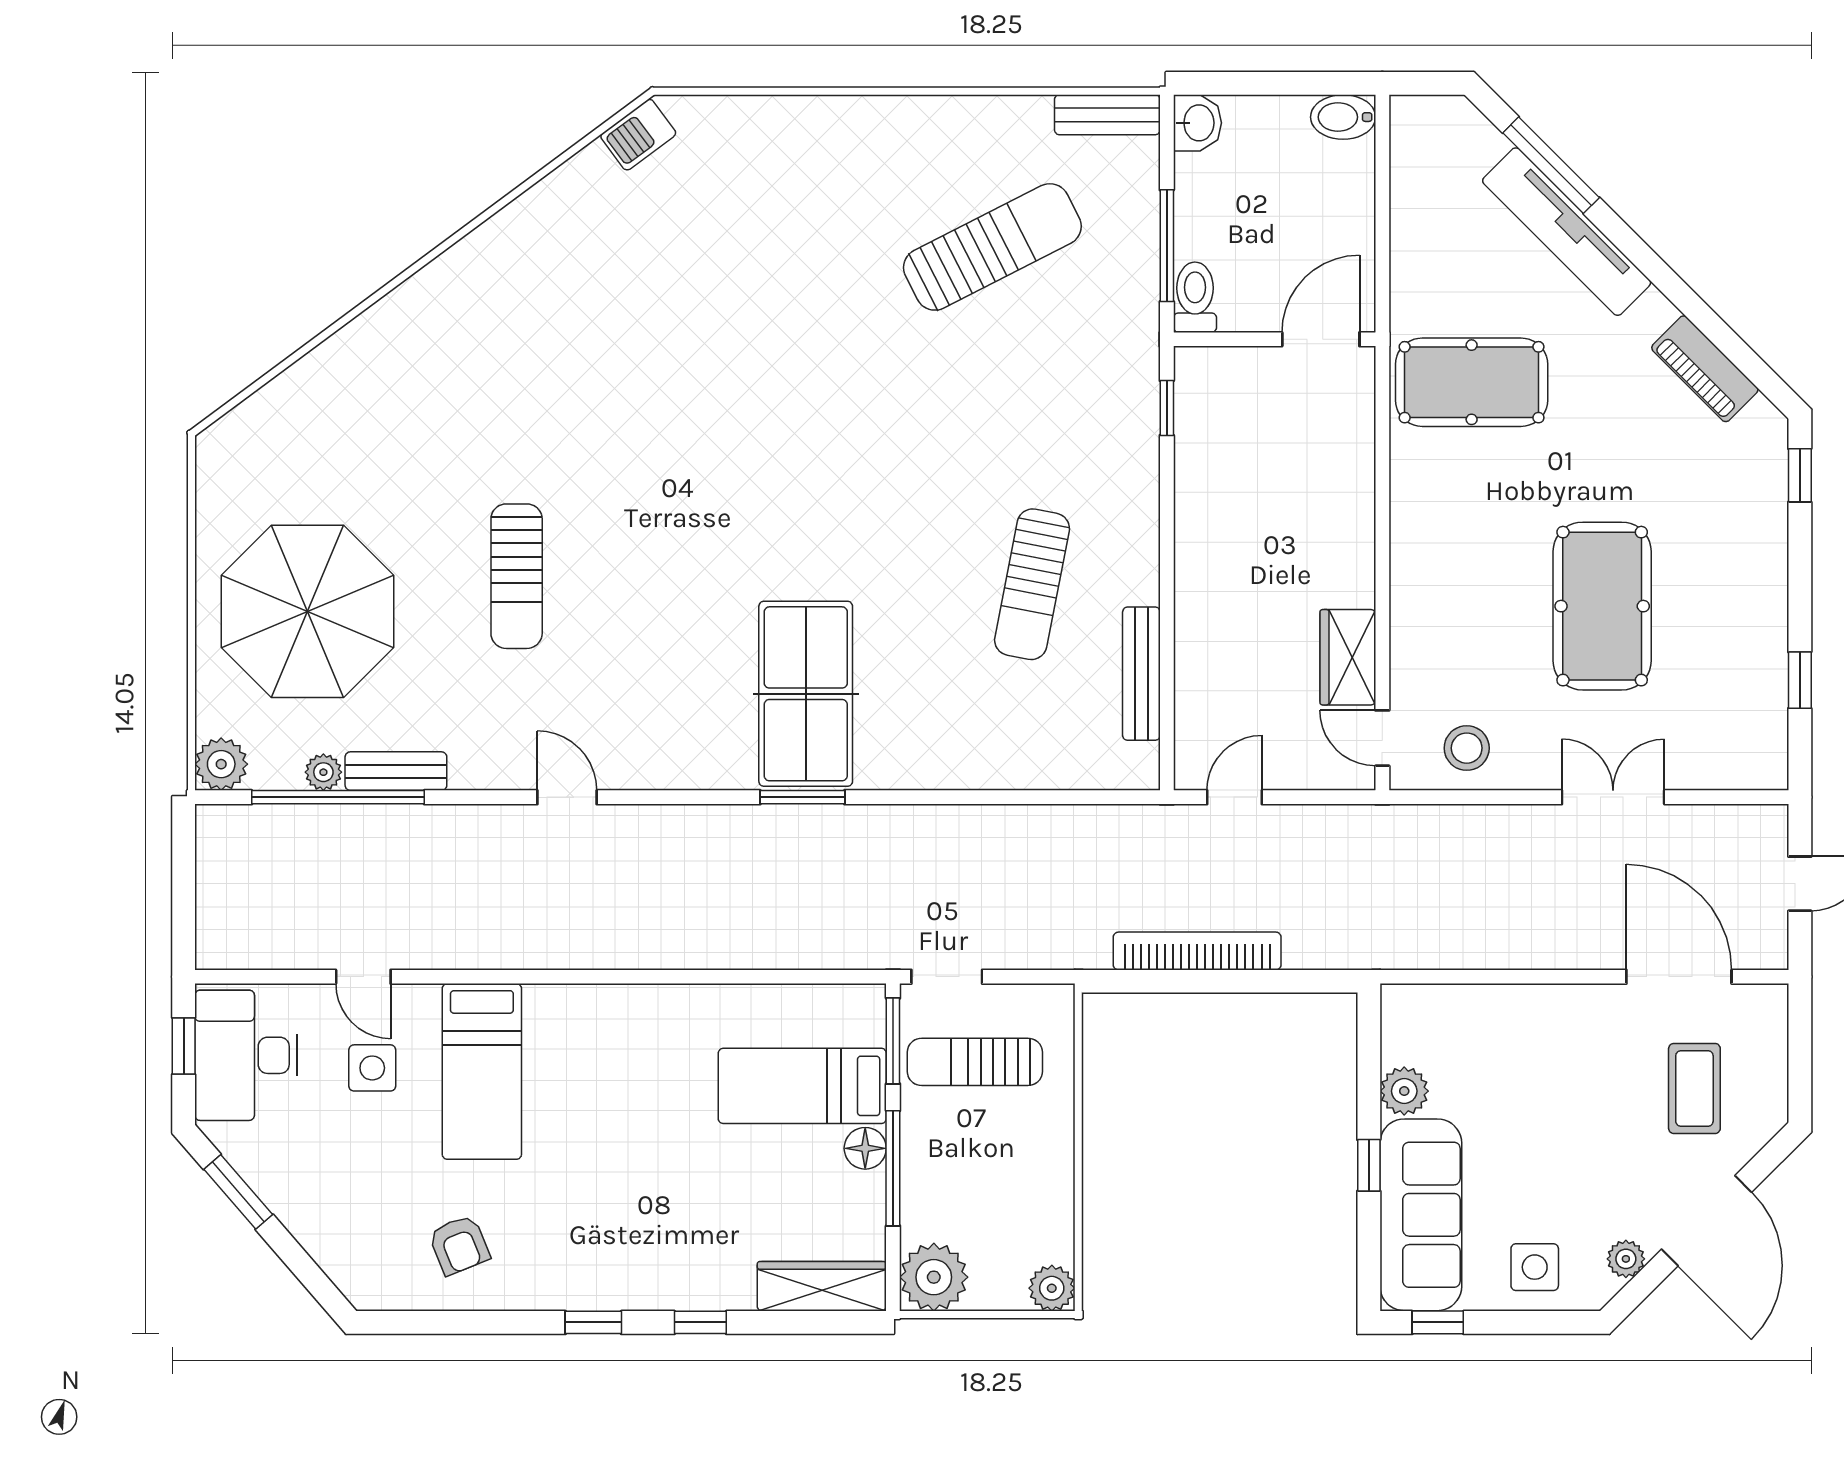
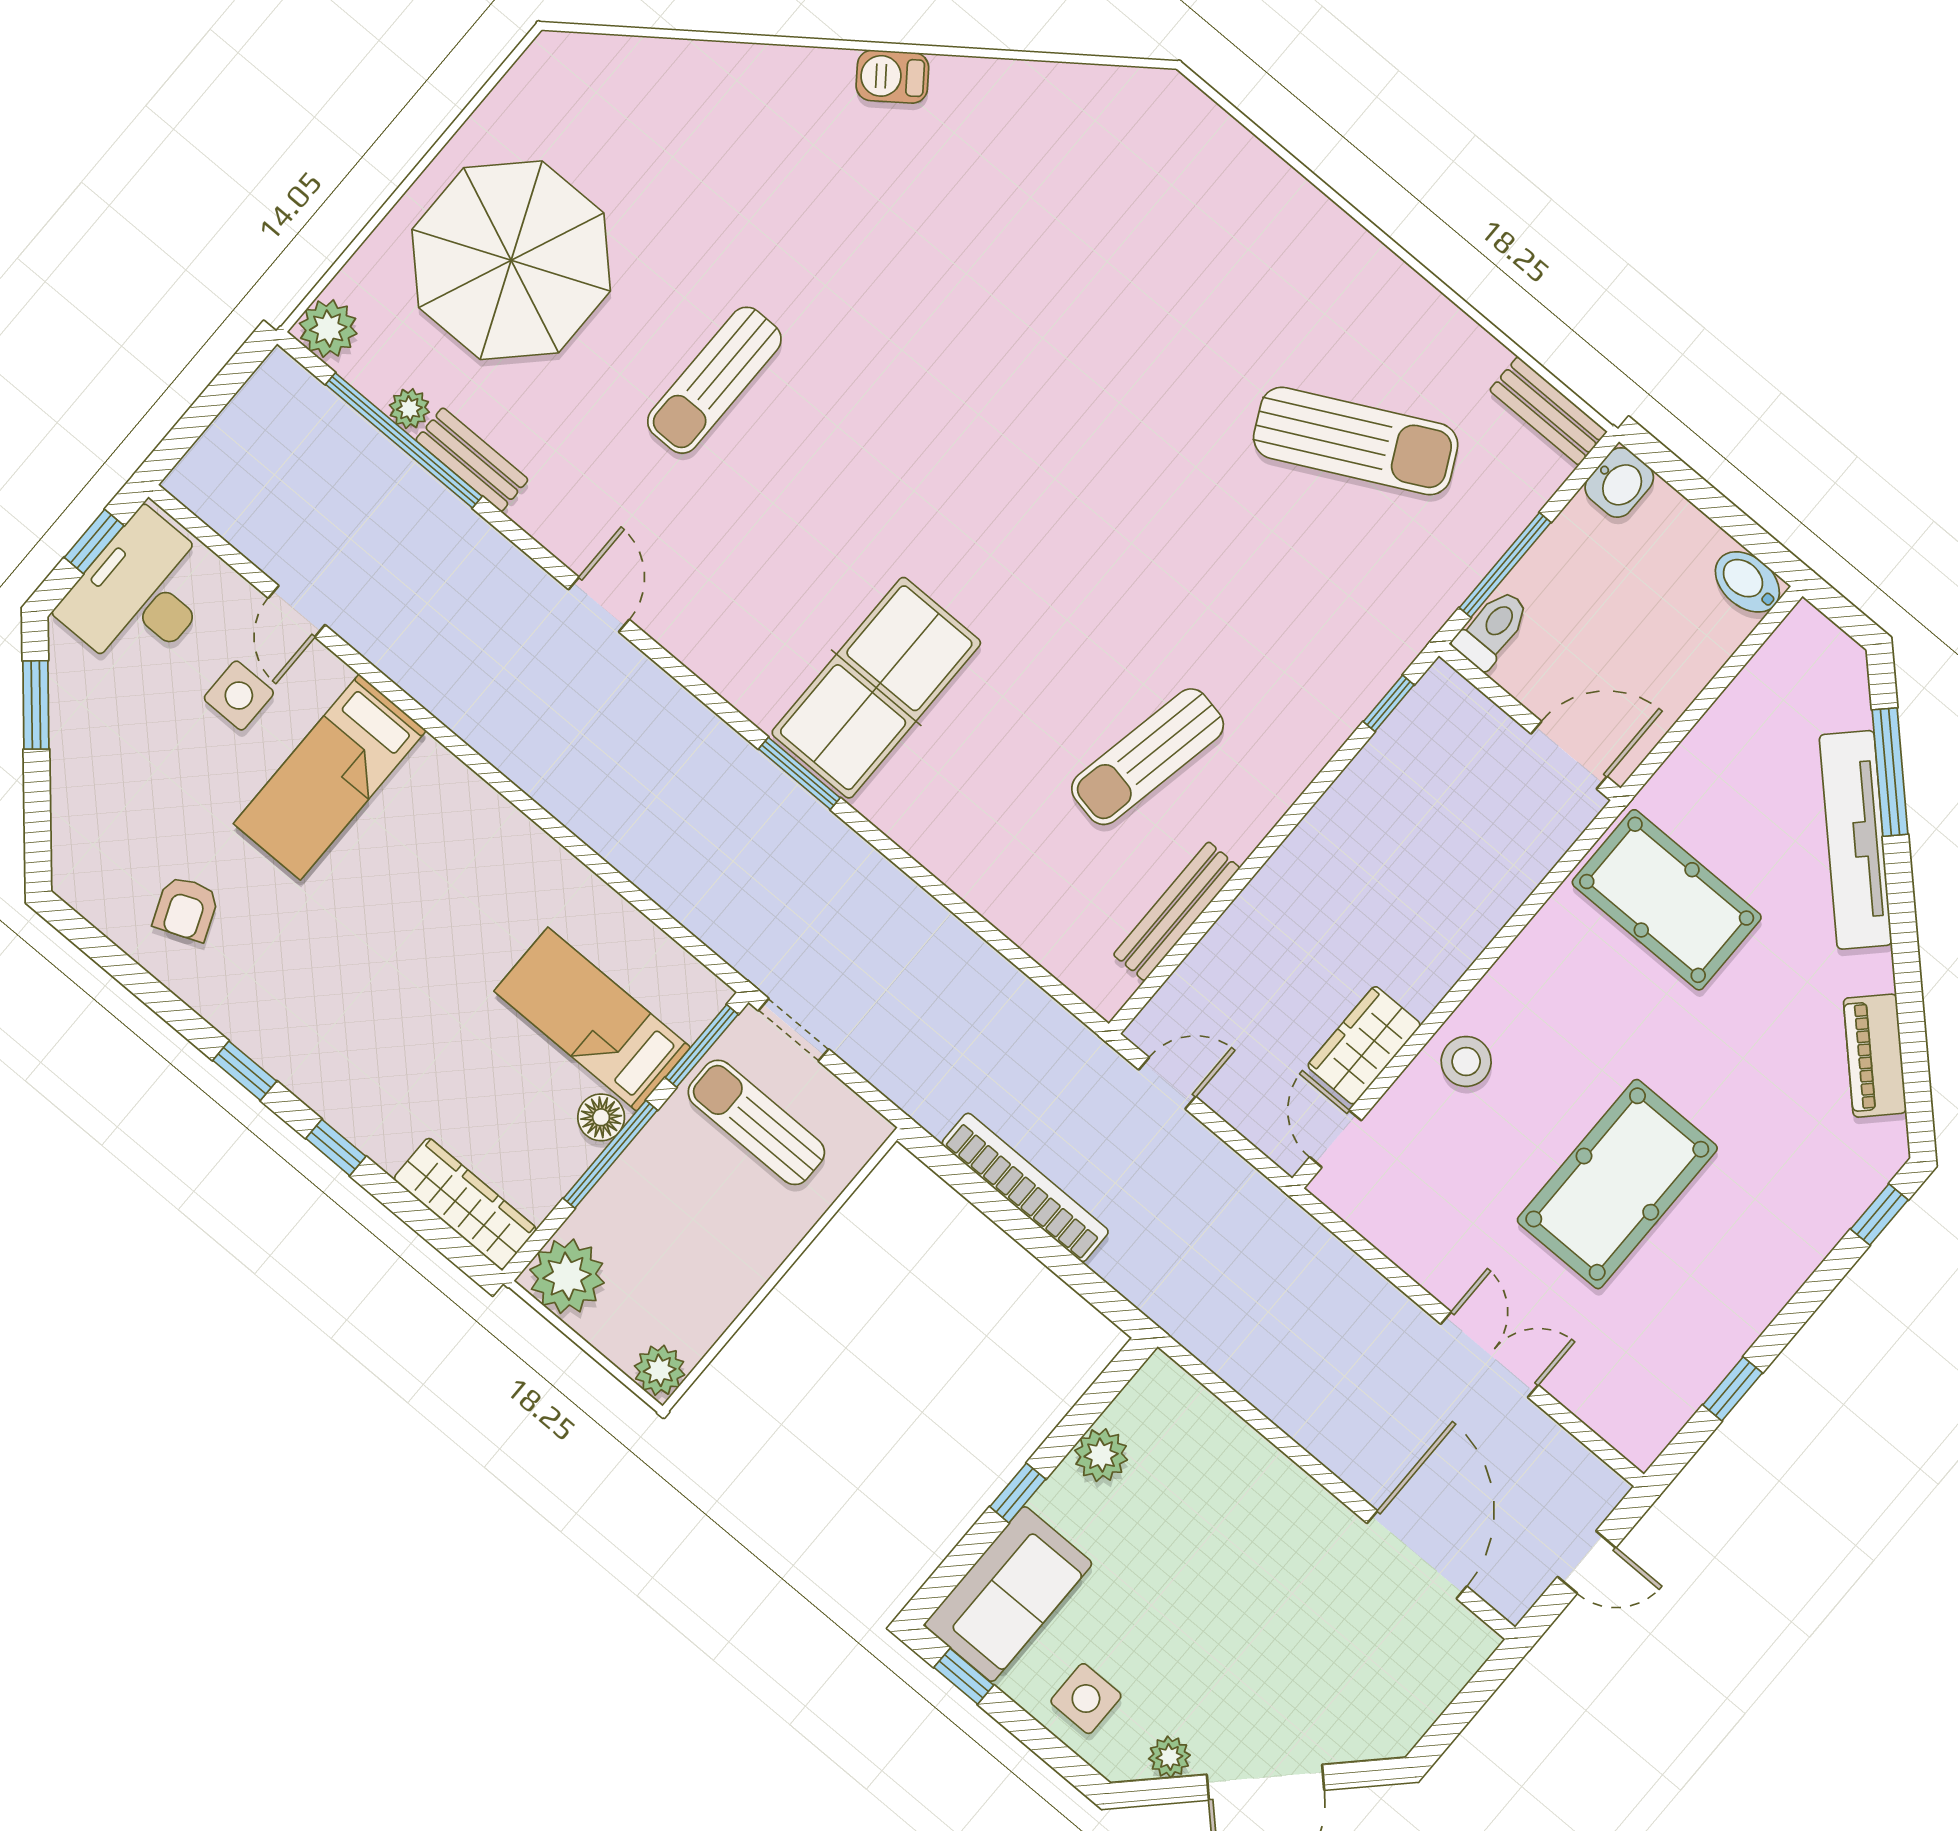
barbecue: (638, 135) -> (892, 77), moved
stool: (1467, 748) -> (1466, 1061), moved
coffee table: (1694, 1088) -> (1350, 1661), removed
sofa: (1421, 1215) -> (1008, 1594), width x0.73

